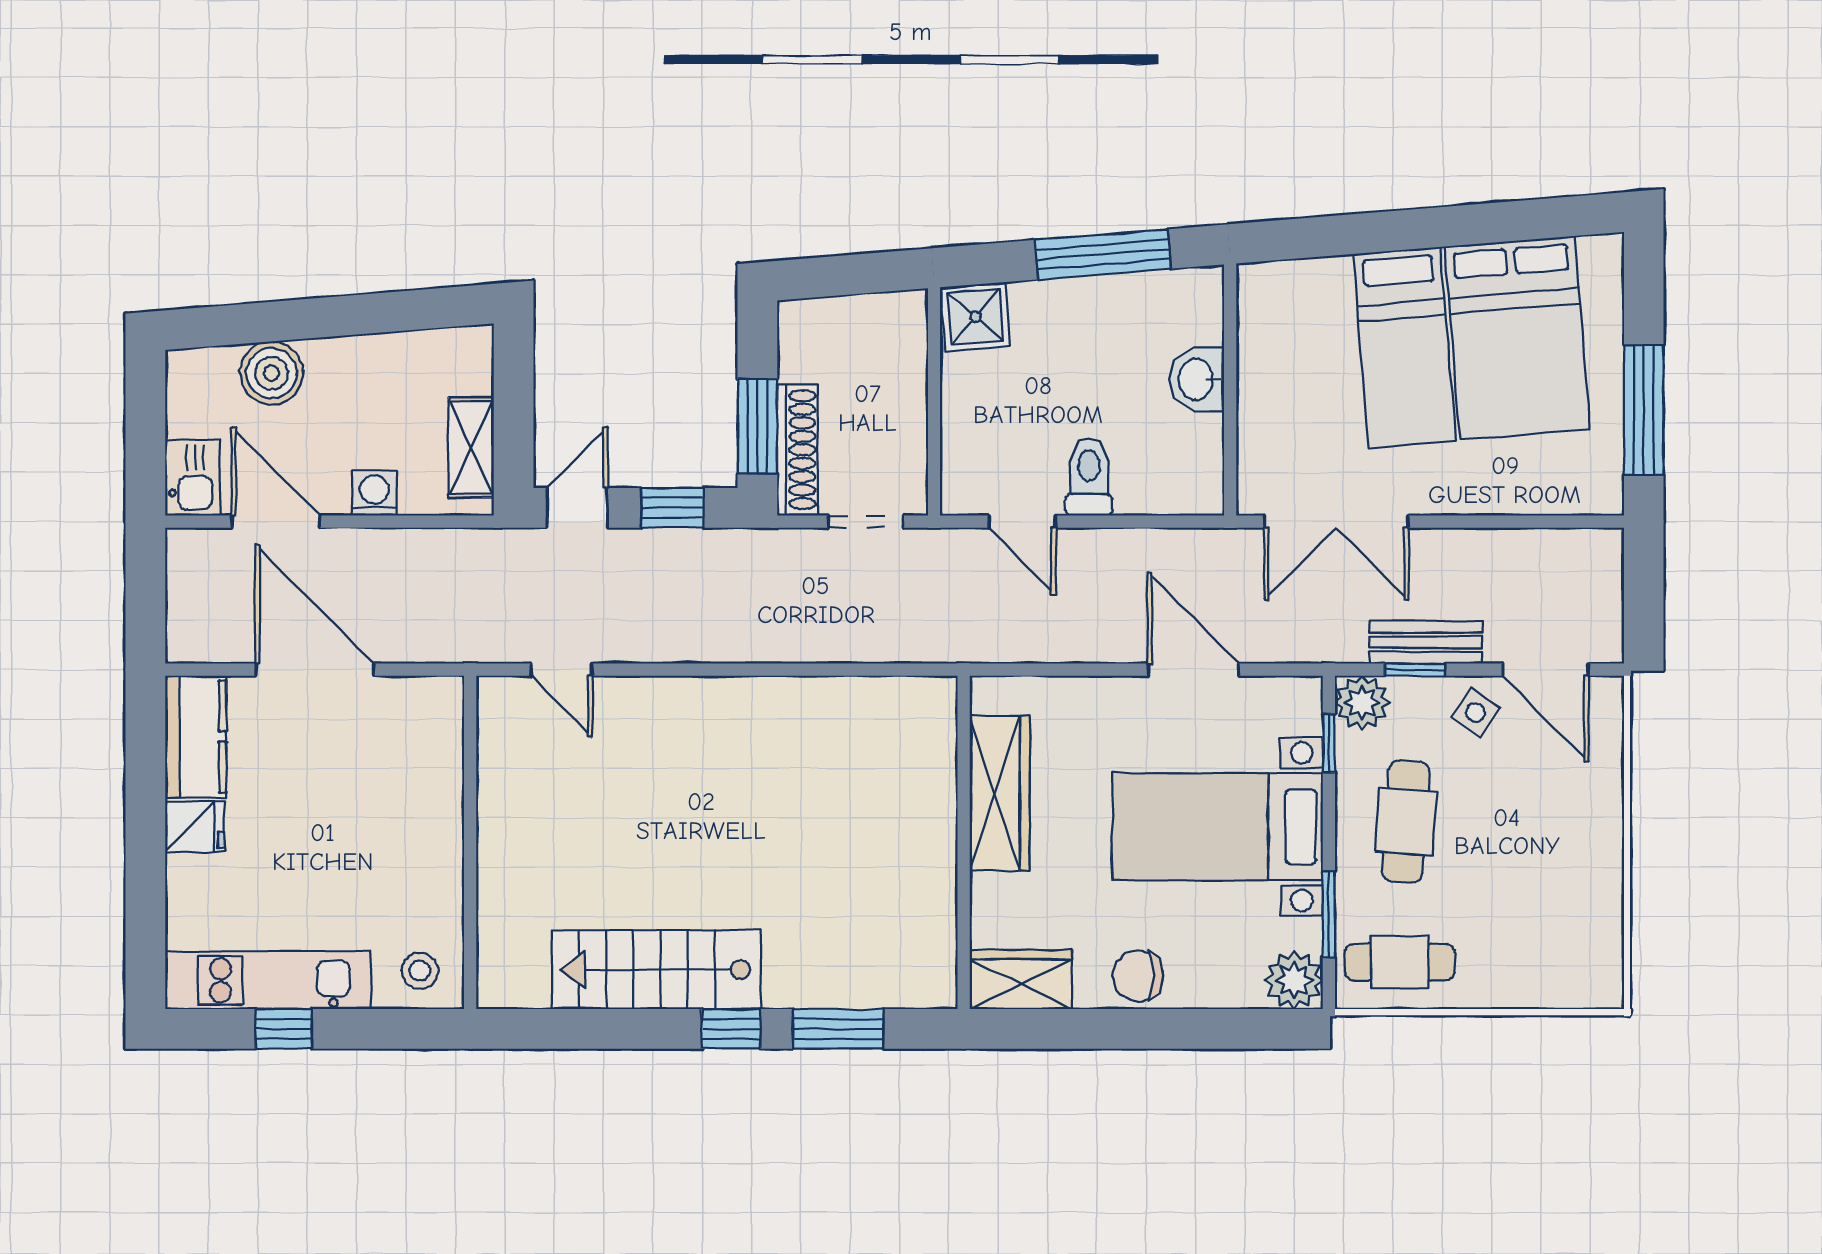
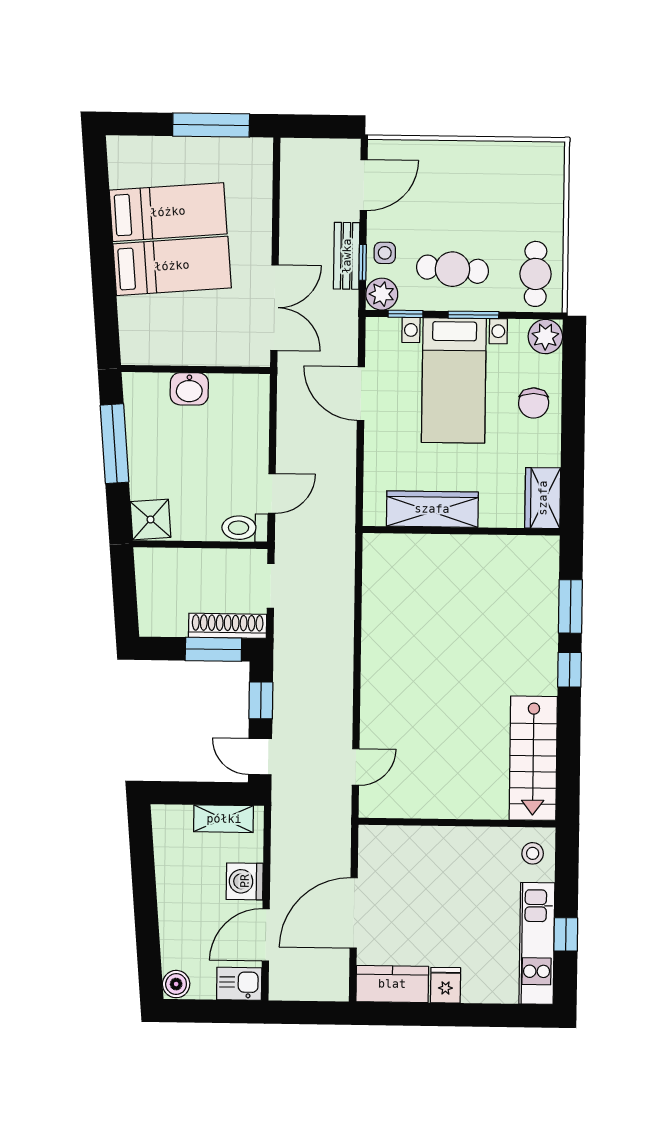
bed: (1517, 338) -> (168, 212), width x0.67
boiler: (271, 373) -> (176, 984), moved, width x0.73, depth x0.73
toilet: (1089, 477) -> (245, 528), moved
washing machine: (374, 493) -> (245, 881), width x1.38, depth x1.38
door: (1193, 670) -> (361, 394), hinge flipped
side table: (1475, 713) -> (385, 253), moved, turned -35
window: (1329, 914) -> (473, 315), moved
stairs: (656, 970) -> (533, 758), moved
chair: (1138, 976) -> (534, 403), moved

